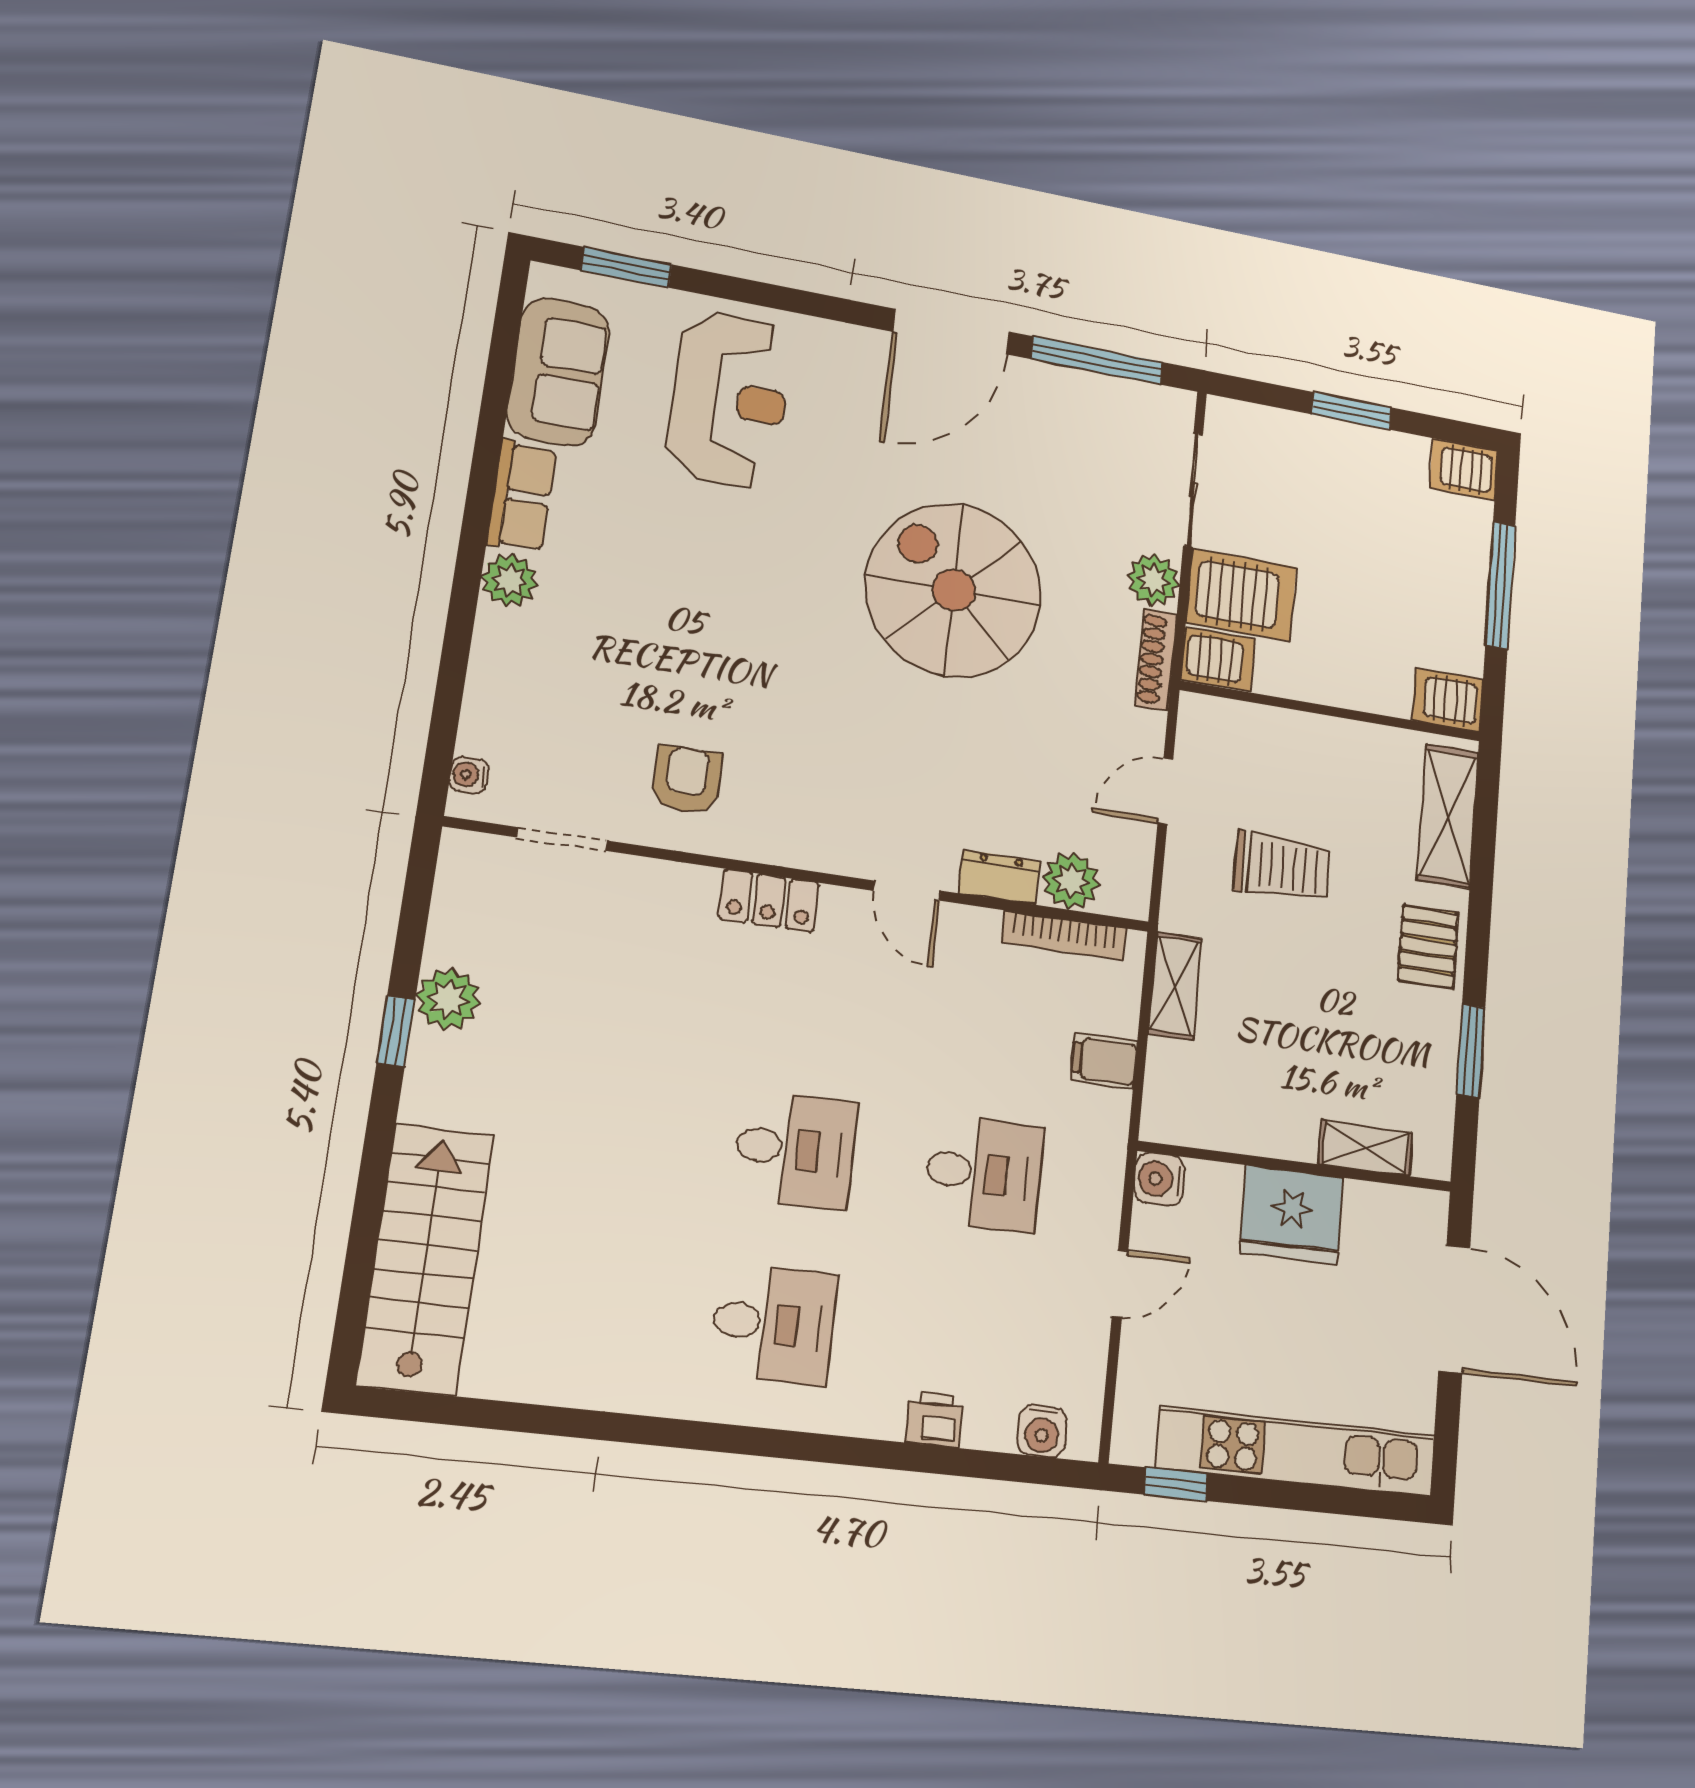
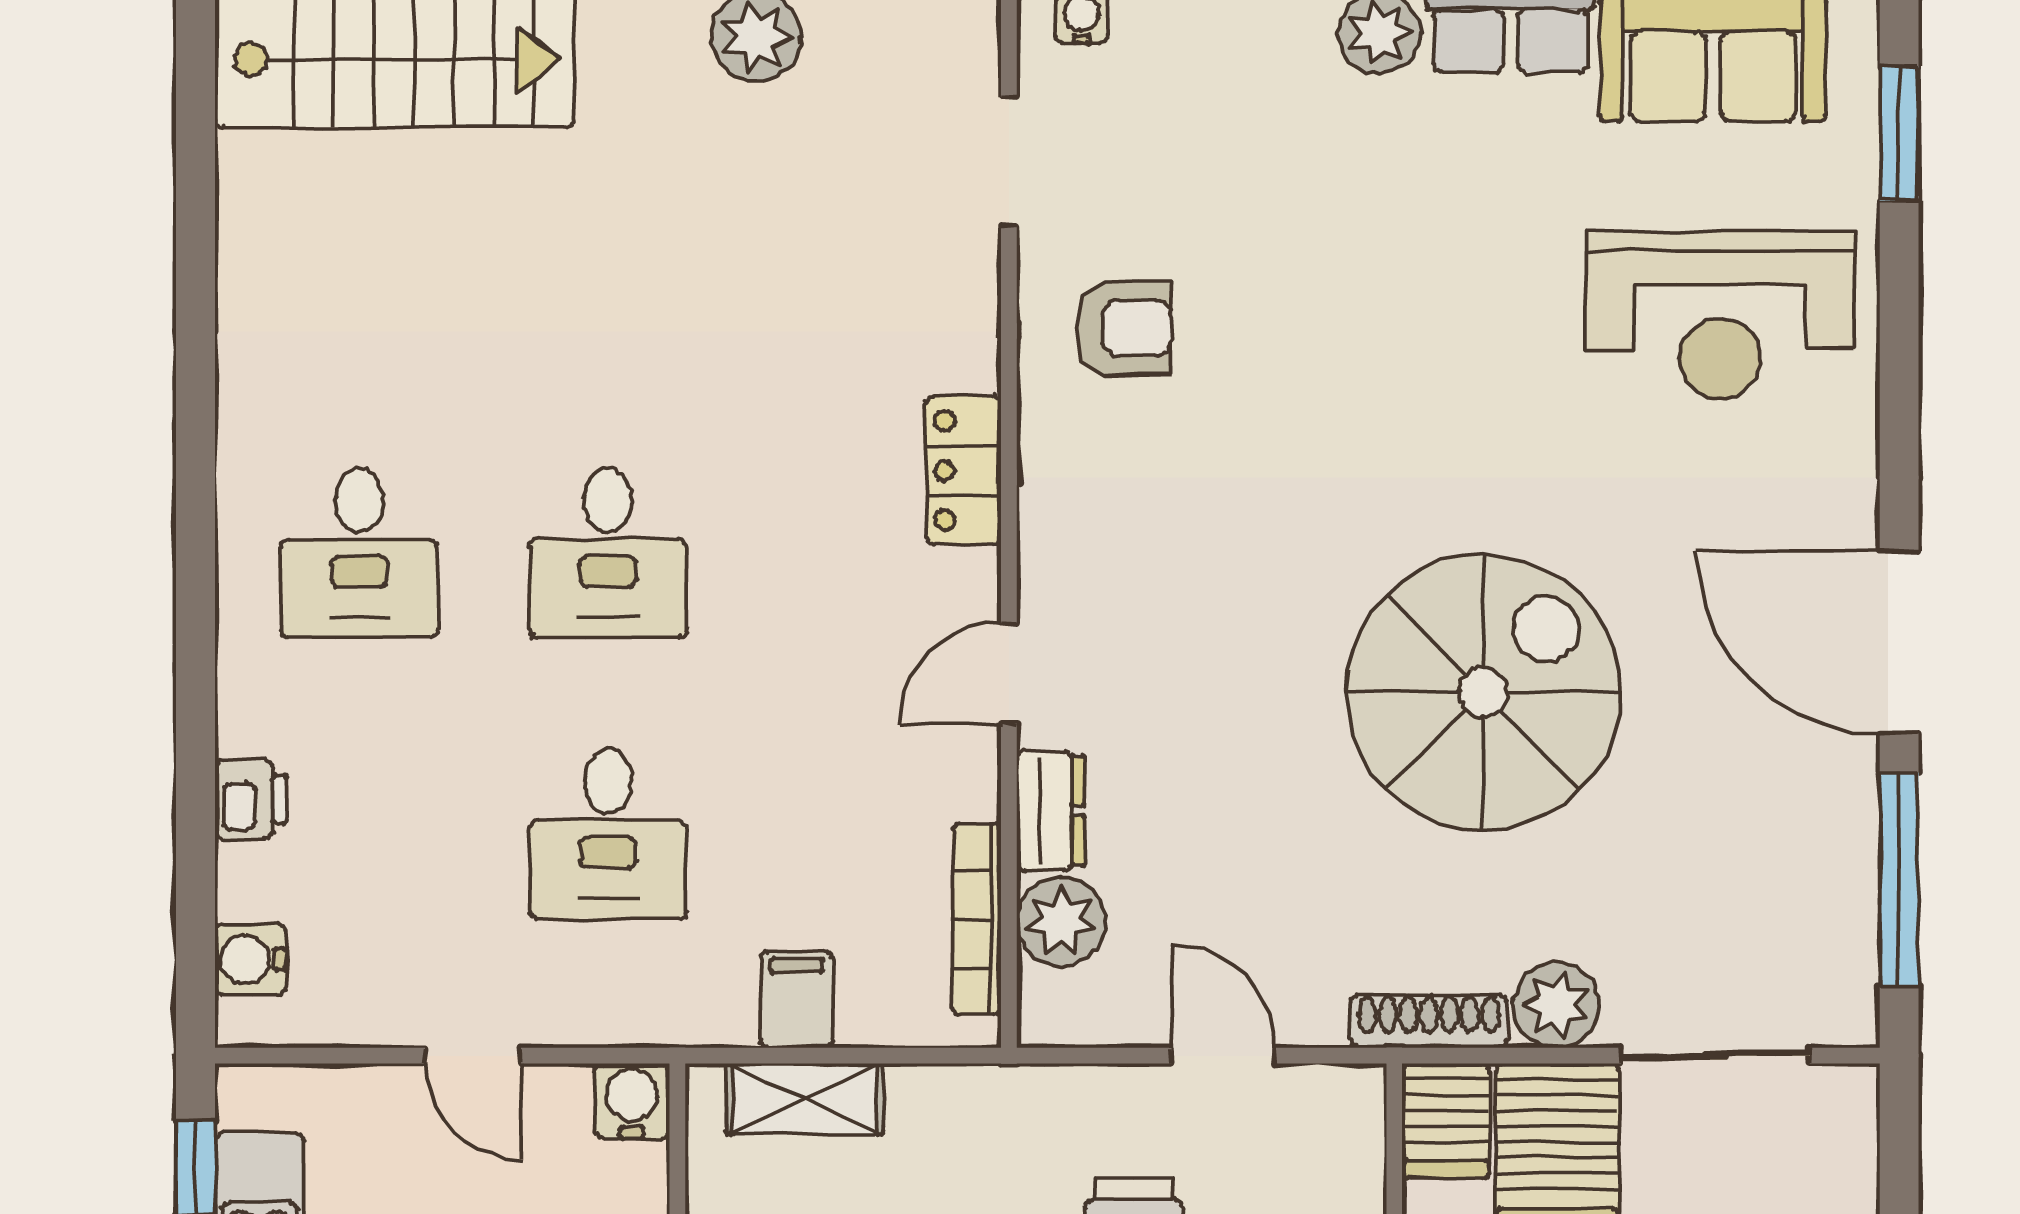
shelving: (1175, 986) -> (805, 1099), moved

